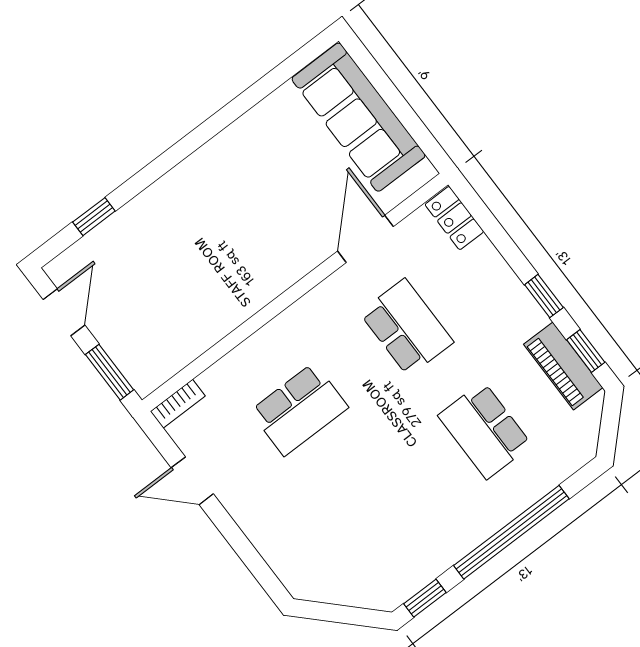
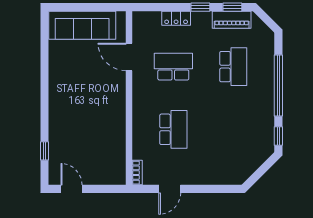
locker: (454, 218) -> (176, 18), moved
window: (110, 372) -> (106, 189), removed
school desk: (485, 430) -> (233, 67), turned -90

